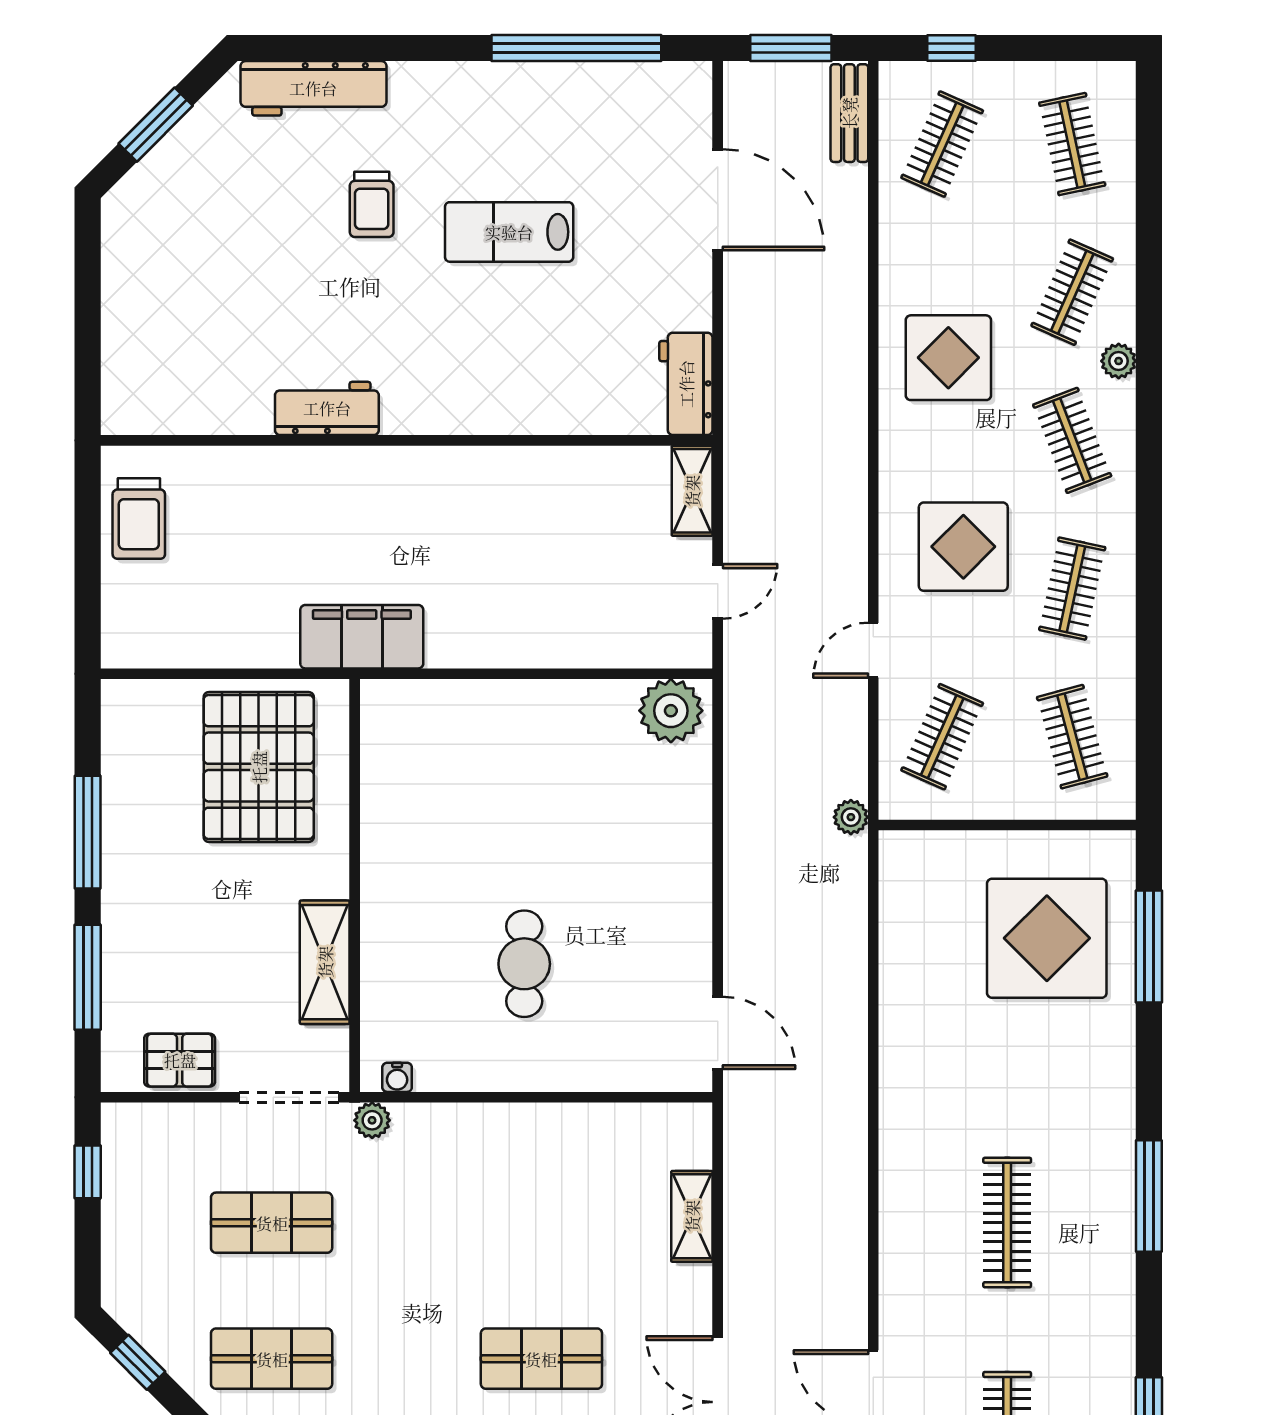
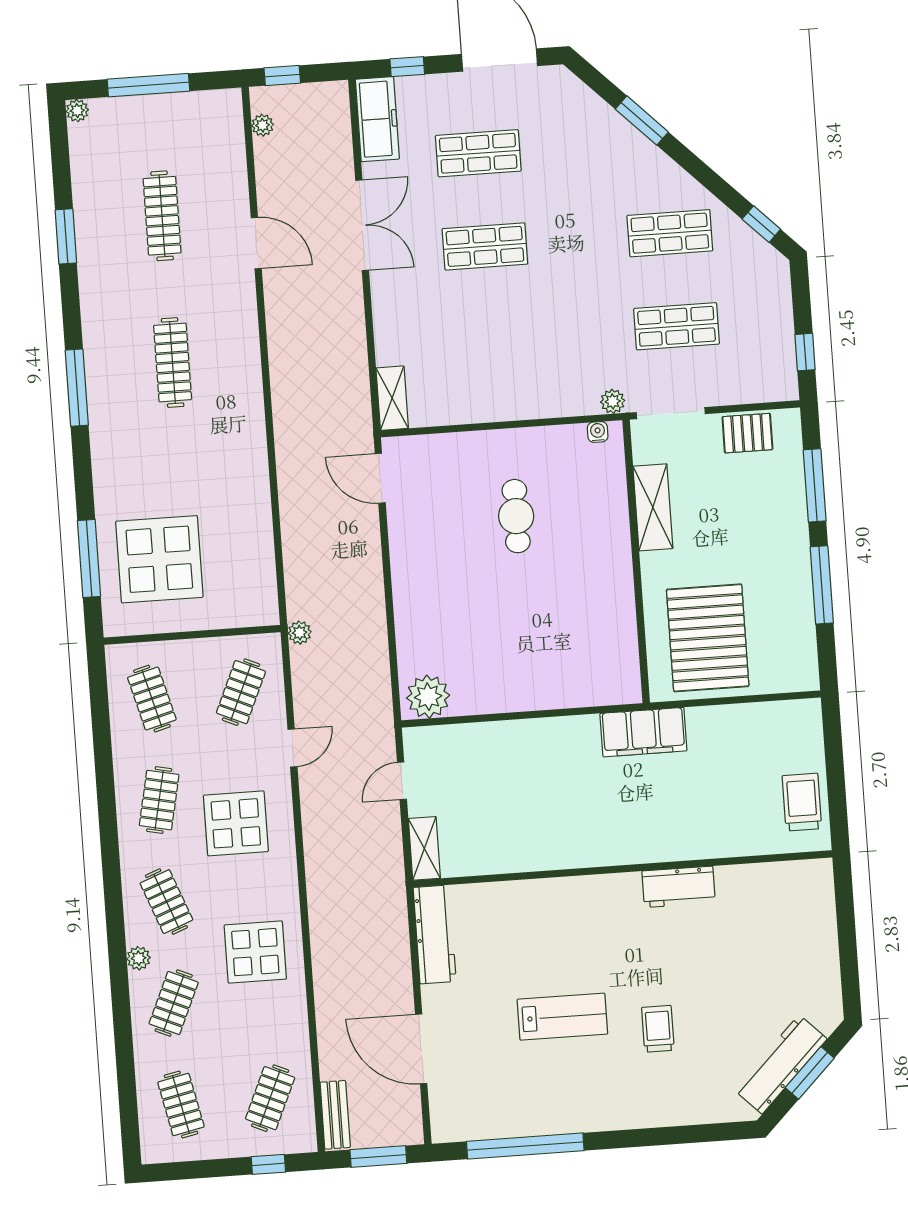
workbench: (313, 88) -> (781, 1064), moved, turned -45
workbench: (686, 384) -> (435, 934), width x1.38
shelving: (692, 1216) -> (392, 398), moved

